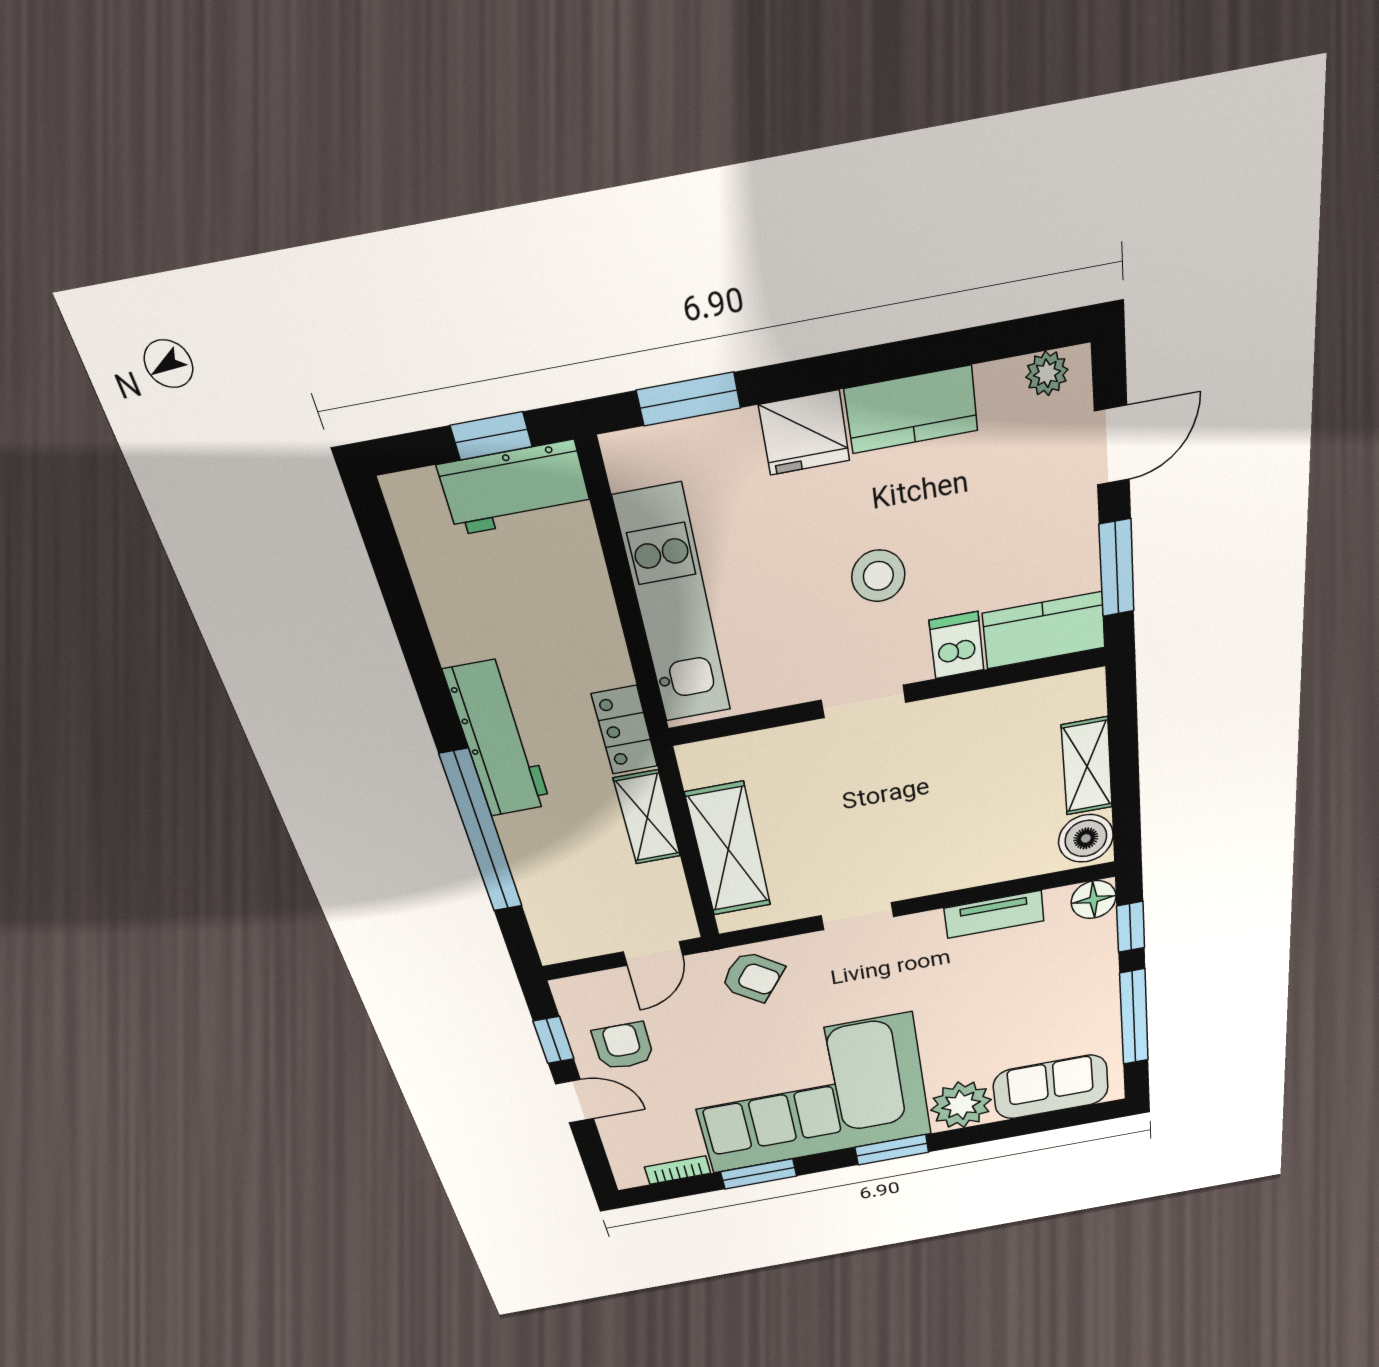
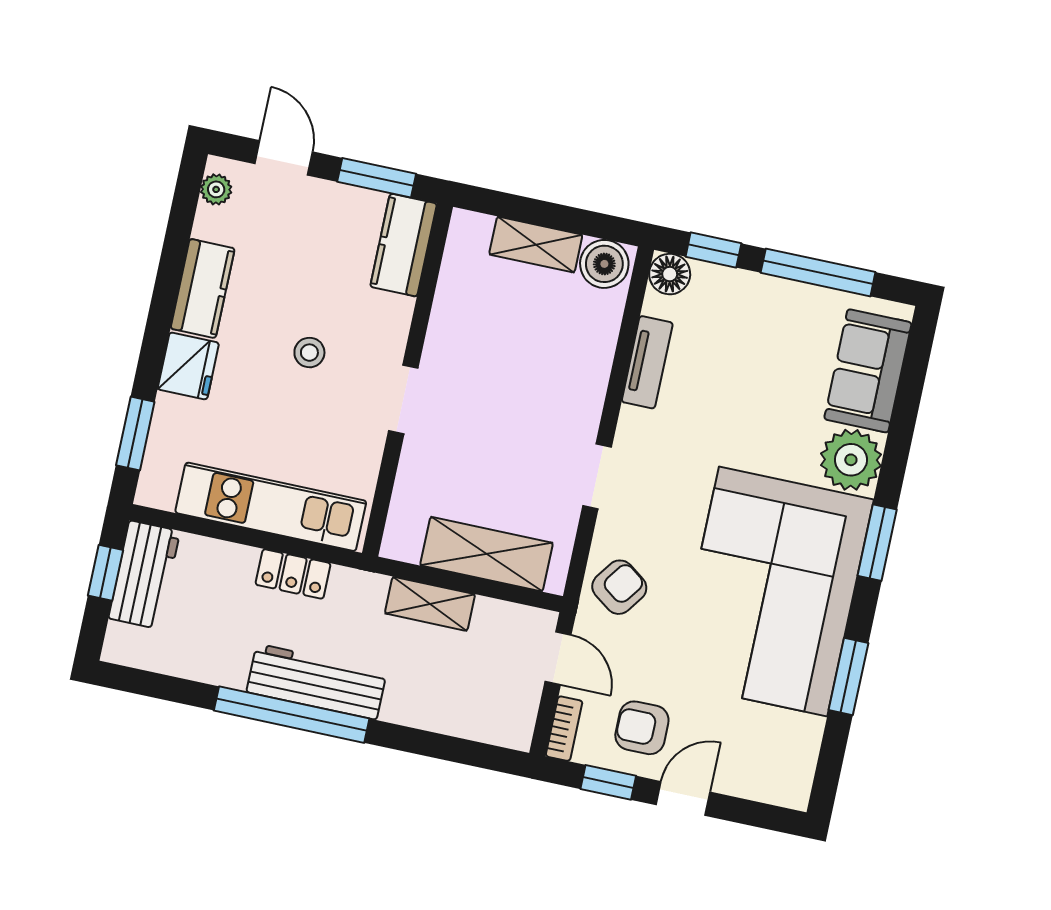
stool: (878, 576) -> (309, 353), width x0.73, depth x0.73
dishwasher: (957, 645) -> (388, 314), removed
locker: (625, 730) -> (293, 574), moved
window: (482, 832) -> (292, 715), moved
bookcase: (678, 1170) -> (564, 729), moved, turned 180

